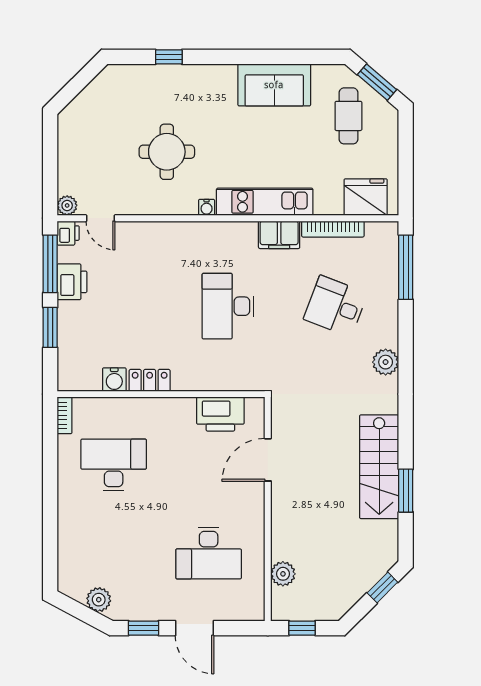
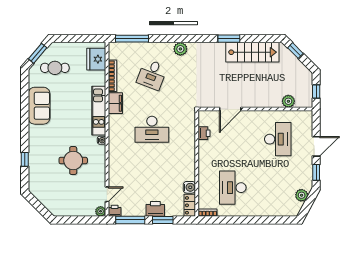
printer: (72, 282) -> (155, 209), moved
locker: (150, 380) -> (190, 205), moved
printer: (220, 414) -> (204, 133), width x0.53, depth x0.68
door: (268, 460) -> (230, 109), hinge flipped
stairs: (379, 467) -> (252, 52), moved
window: (406, 491) -> (229, 39), moved

